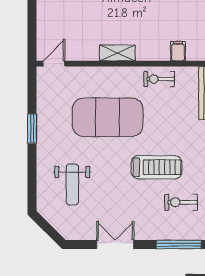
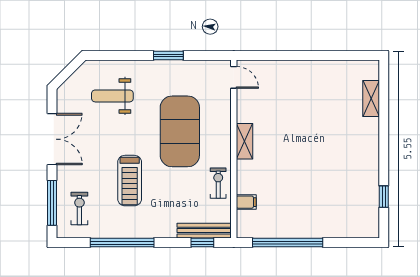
exercise bike: (181, 202) -> (79, 209), moved
double door: (115, 244) -> (52, 139), width x1.37

